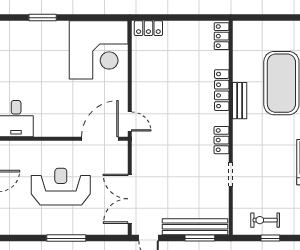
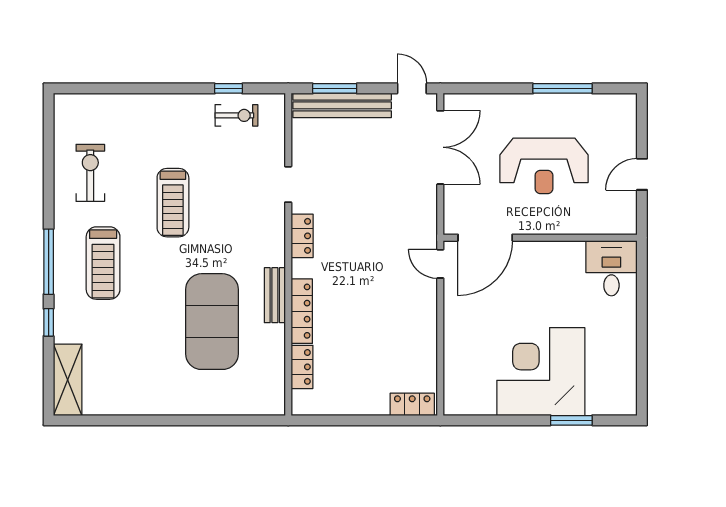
locker: (222, 36) -> (302, 367), moved
corner desk: (99, 50) -> (541, 372), moved
window: (66, 238) -> (563, 88), moved

